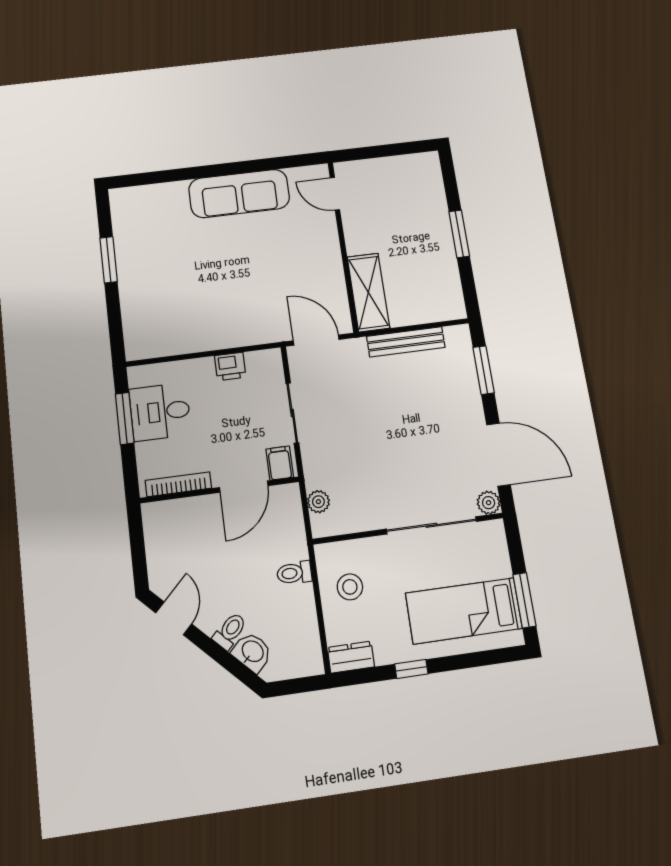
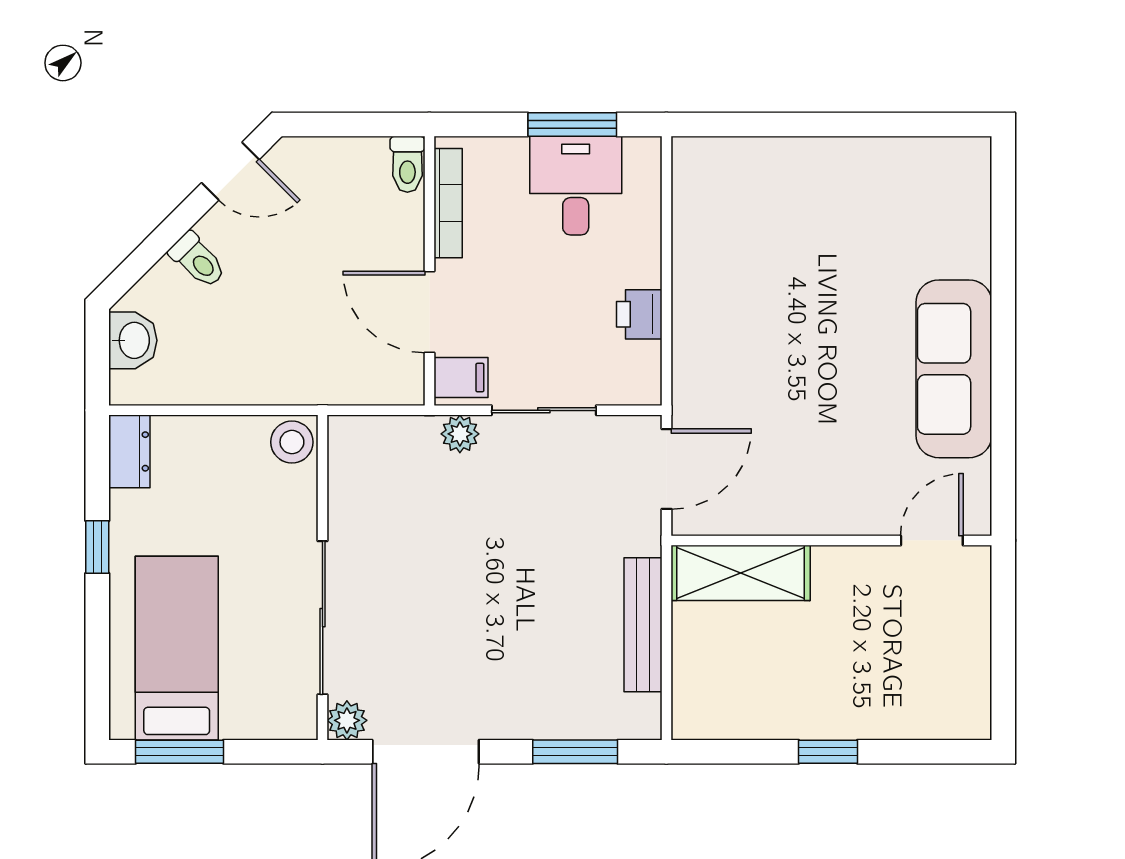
window: (459, 234) -> (828, 752), width x0.67
window: (109, 260) -> (859, 124), removed
plant: (318, 502) -> (460, 434), moved
toilet: (294, 573) -> (407, 164), moved, turned 180
stool: (350, 587) -> (292, 442), moved
washbasin: (252, 652) -> (133, 340), moved, turned -45

